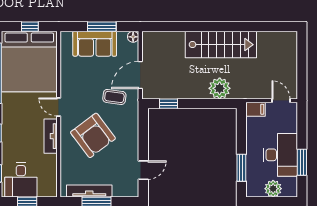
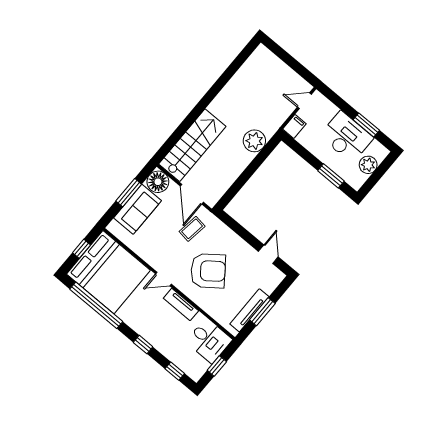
floor lamp: (133, 37) -> (158, 182), width x1.89, depth x1.89
stairs: (221, 45) -> (192, 145), moved
window: (168, 104) -> (233, 191), removed
desk: (21, 180) -> (209, 341), moved

